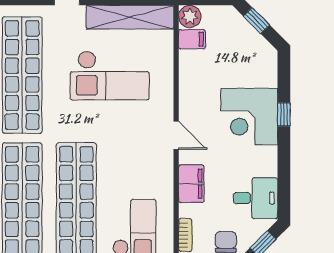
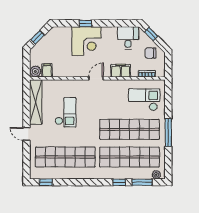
checkout: (110, 75) -> (65, 112), width x0.73, depth x0.83

